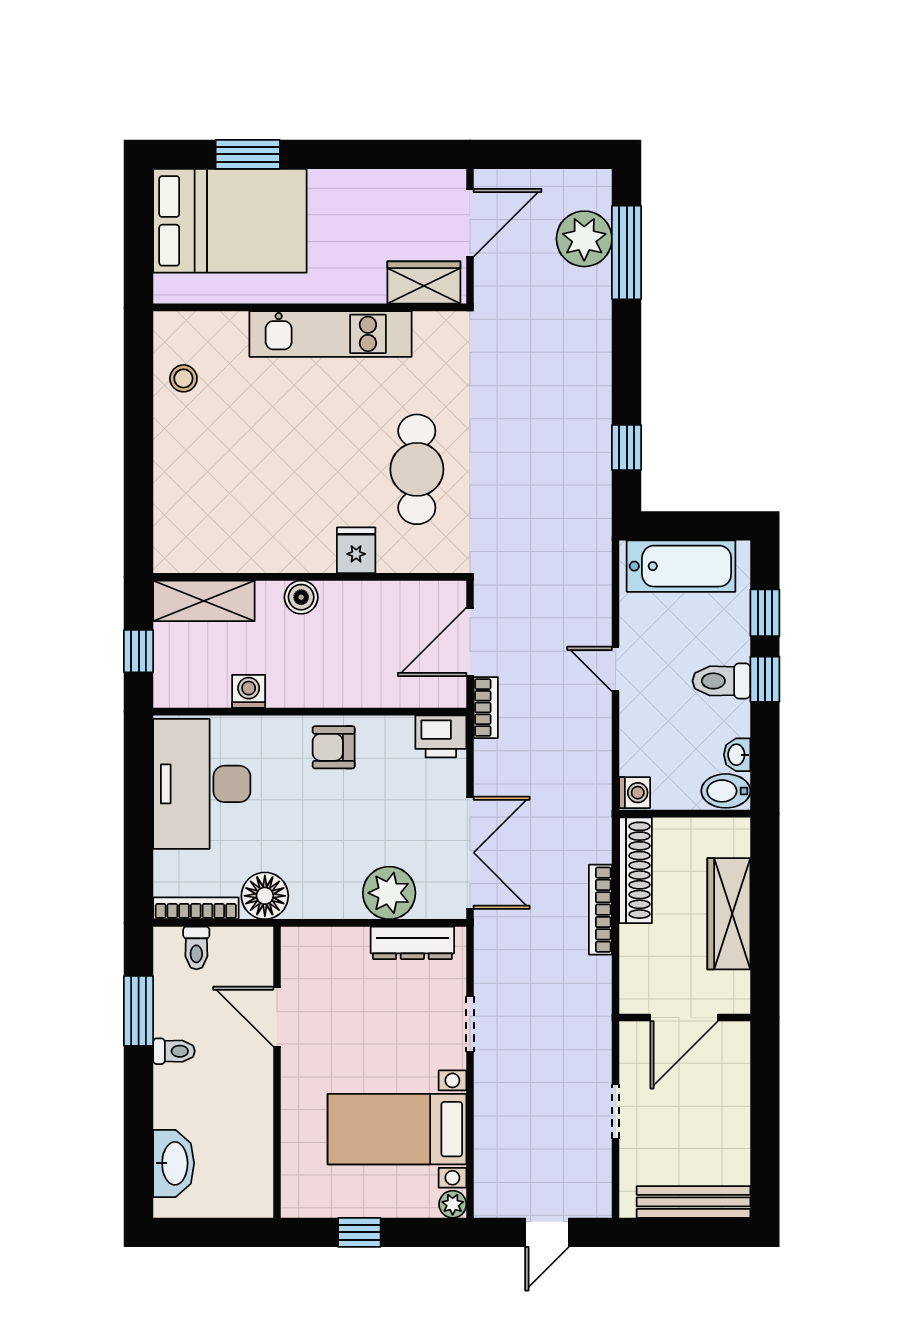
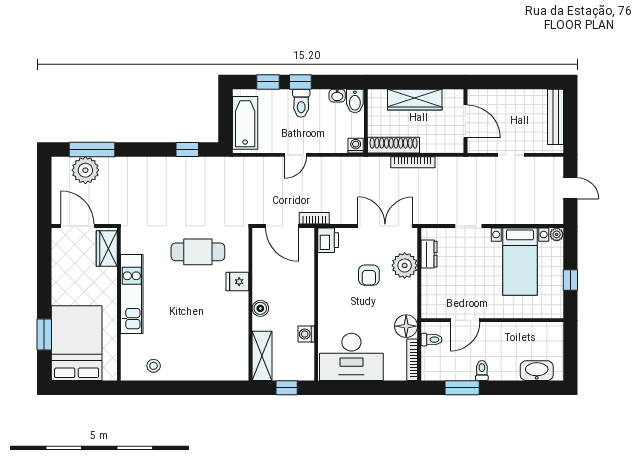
armchair: (334, 747) -> (369, 275), moved
dresser: (412, 943) -> (429, 254), width x0.70
toilet: (196, 948) -> (431, 340), moved

